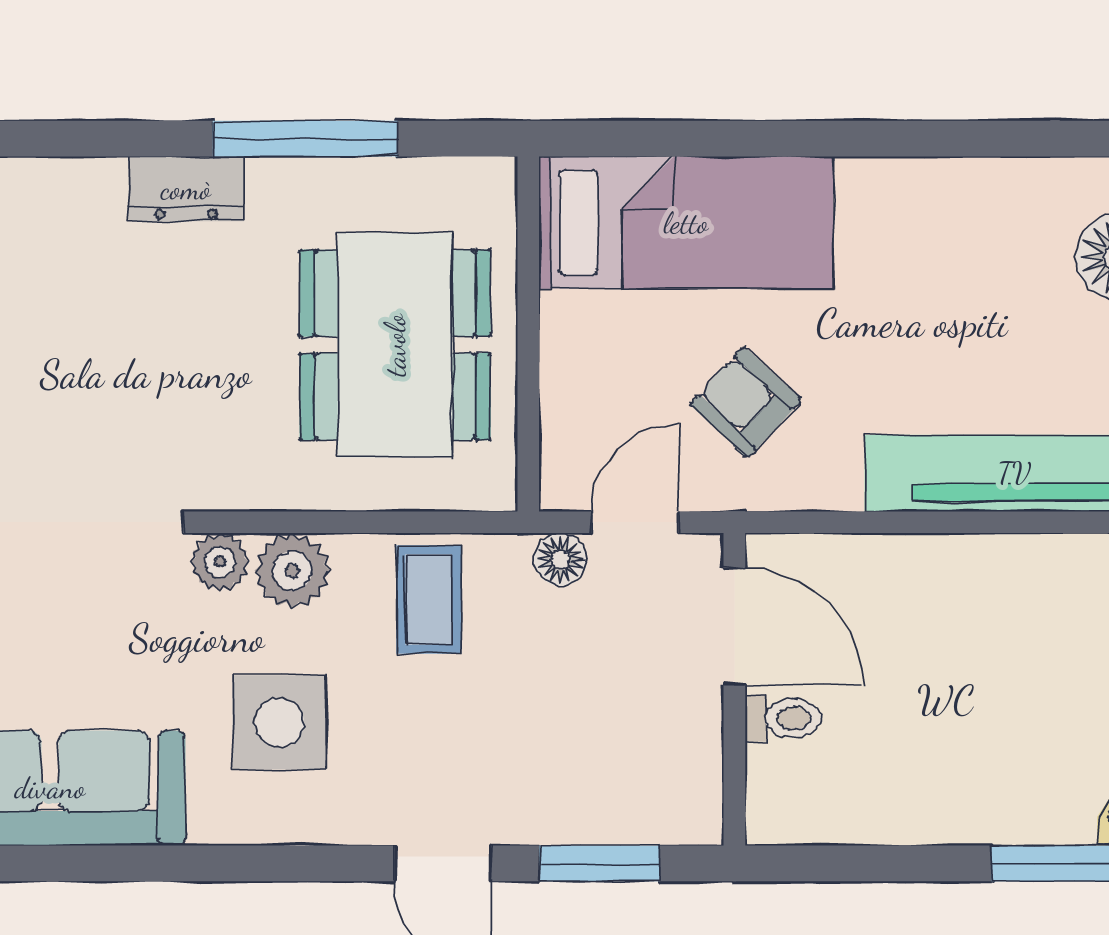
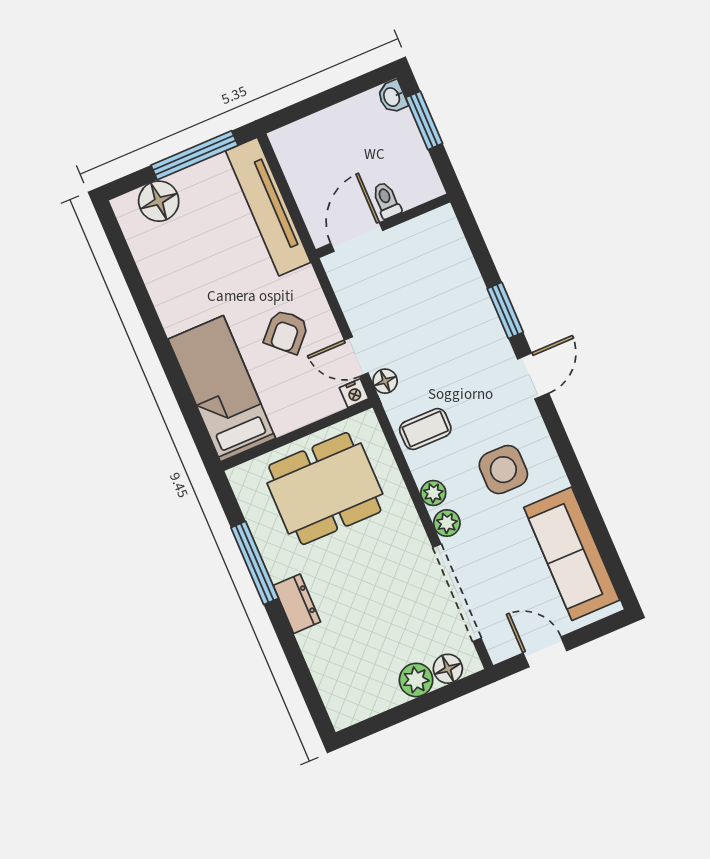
nightstand: (563, 486) -> (354, 393), added
plant: (292, 571) -> (433, 493), width x0.73, depth x0.73
door: (734, 627) -> (357, 237), moved
wall: (734, 689) -> (383, 226), moved
toilet: (783, 718) -> (386, 200), moved

